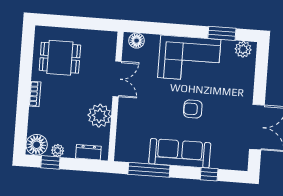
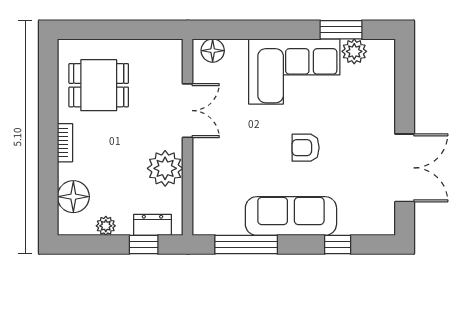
plant: (243, 49) -> (354, 51), moved
floor lamp: (37, 145) -> (73, 197), moved
window: (50, 162) -> (144, 245), moved

